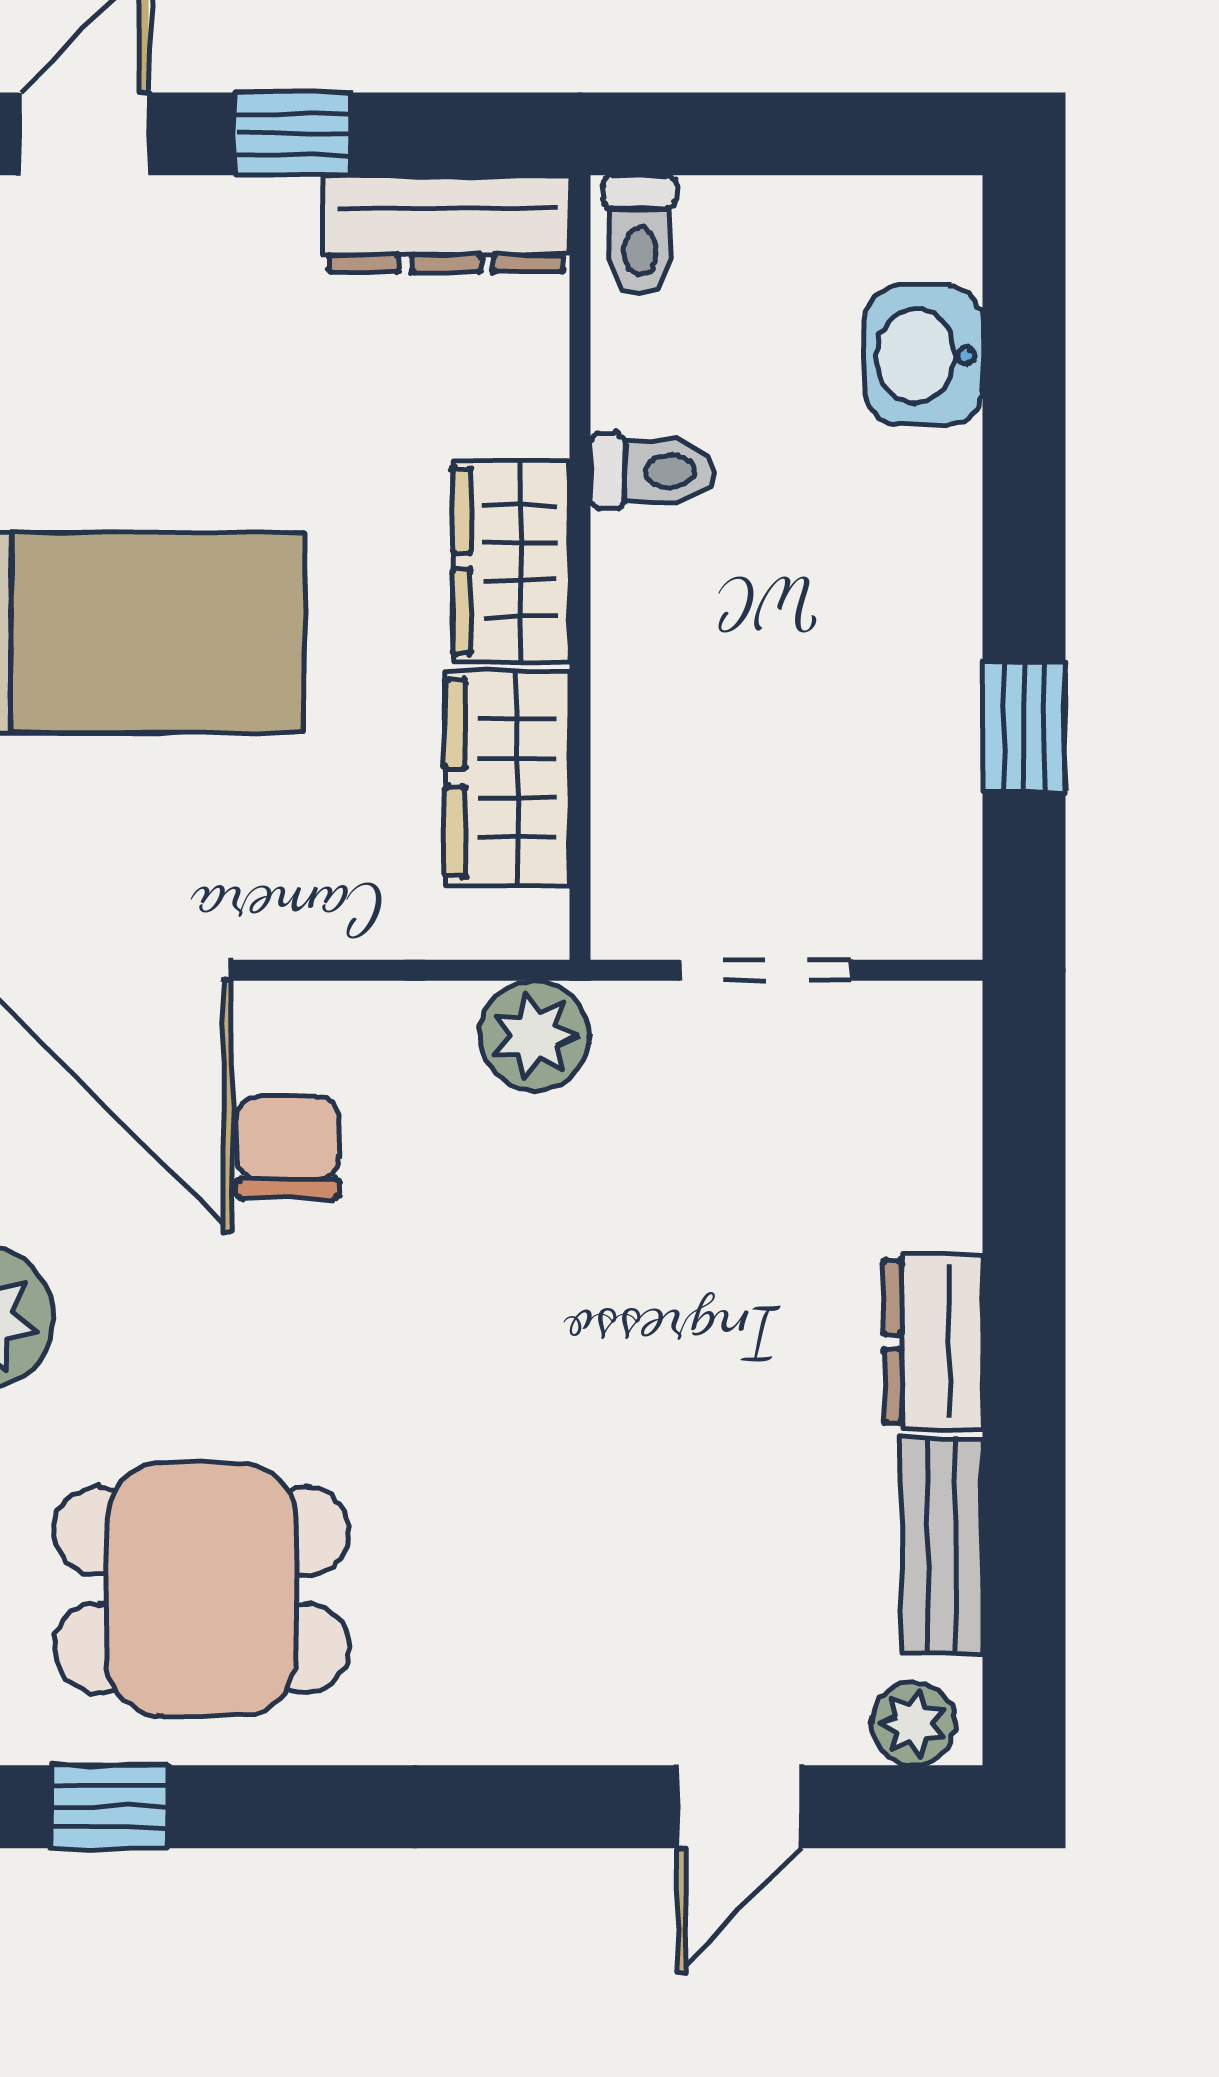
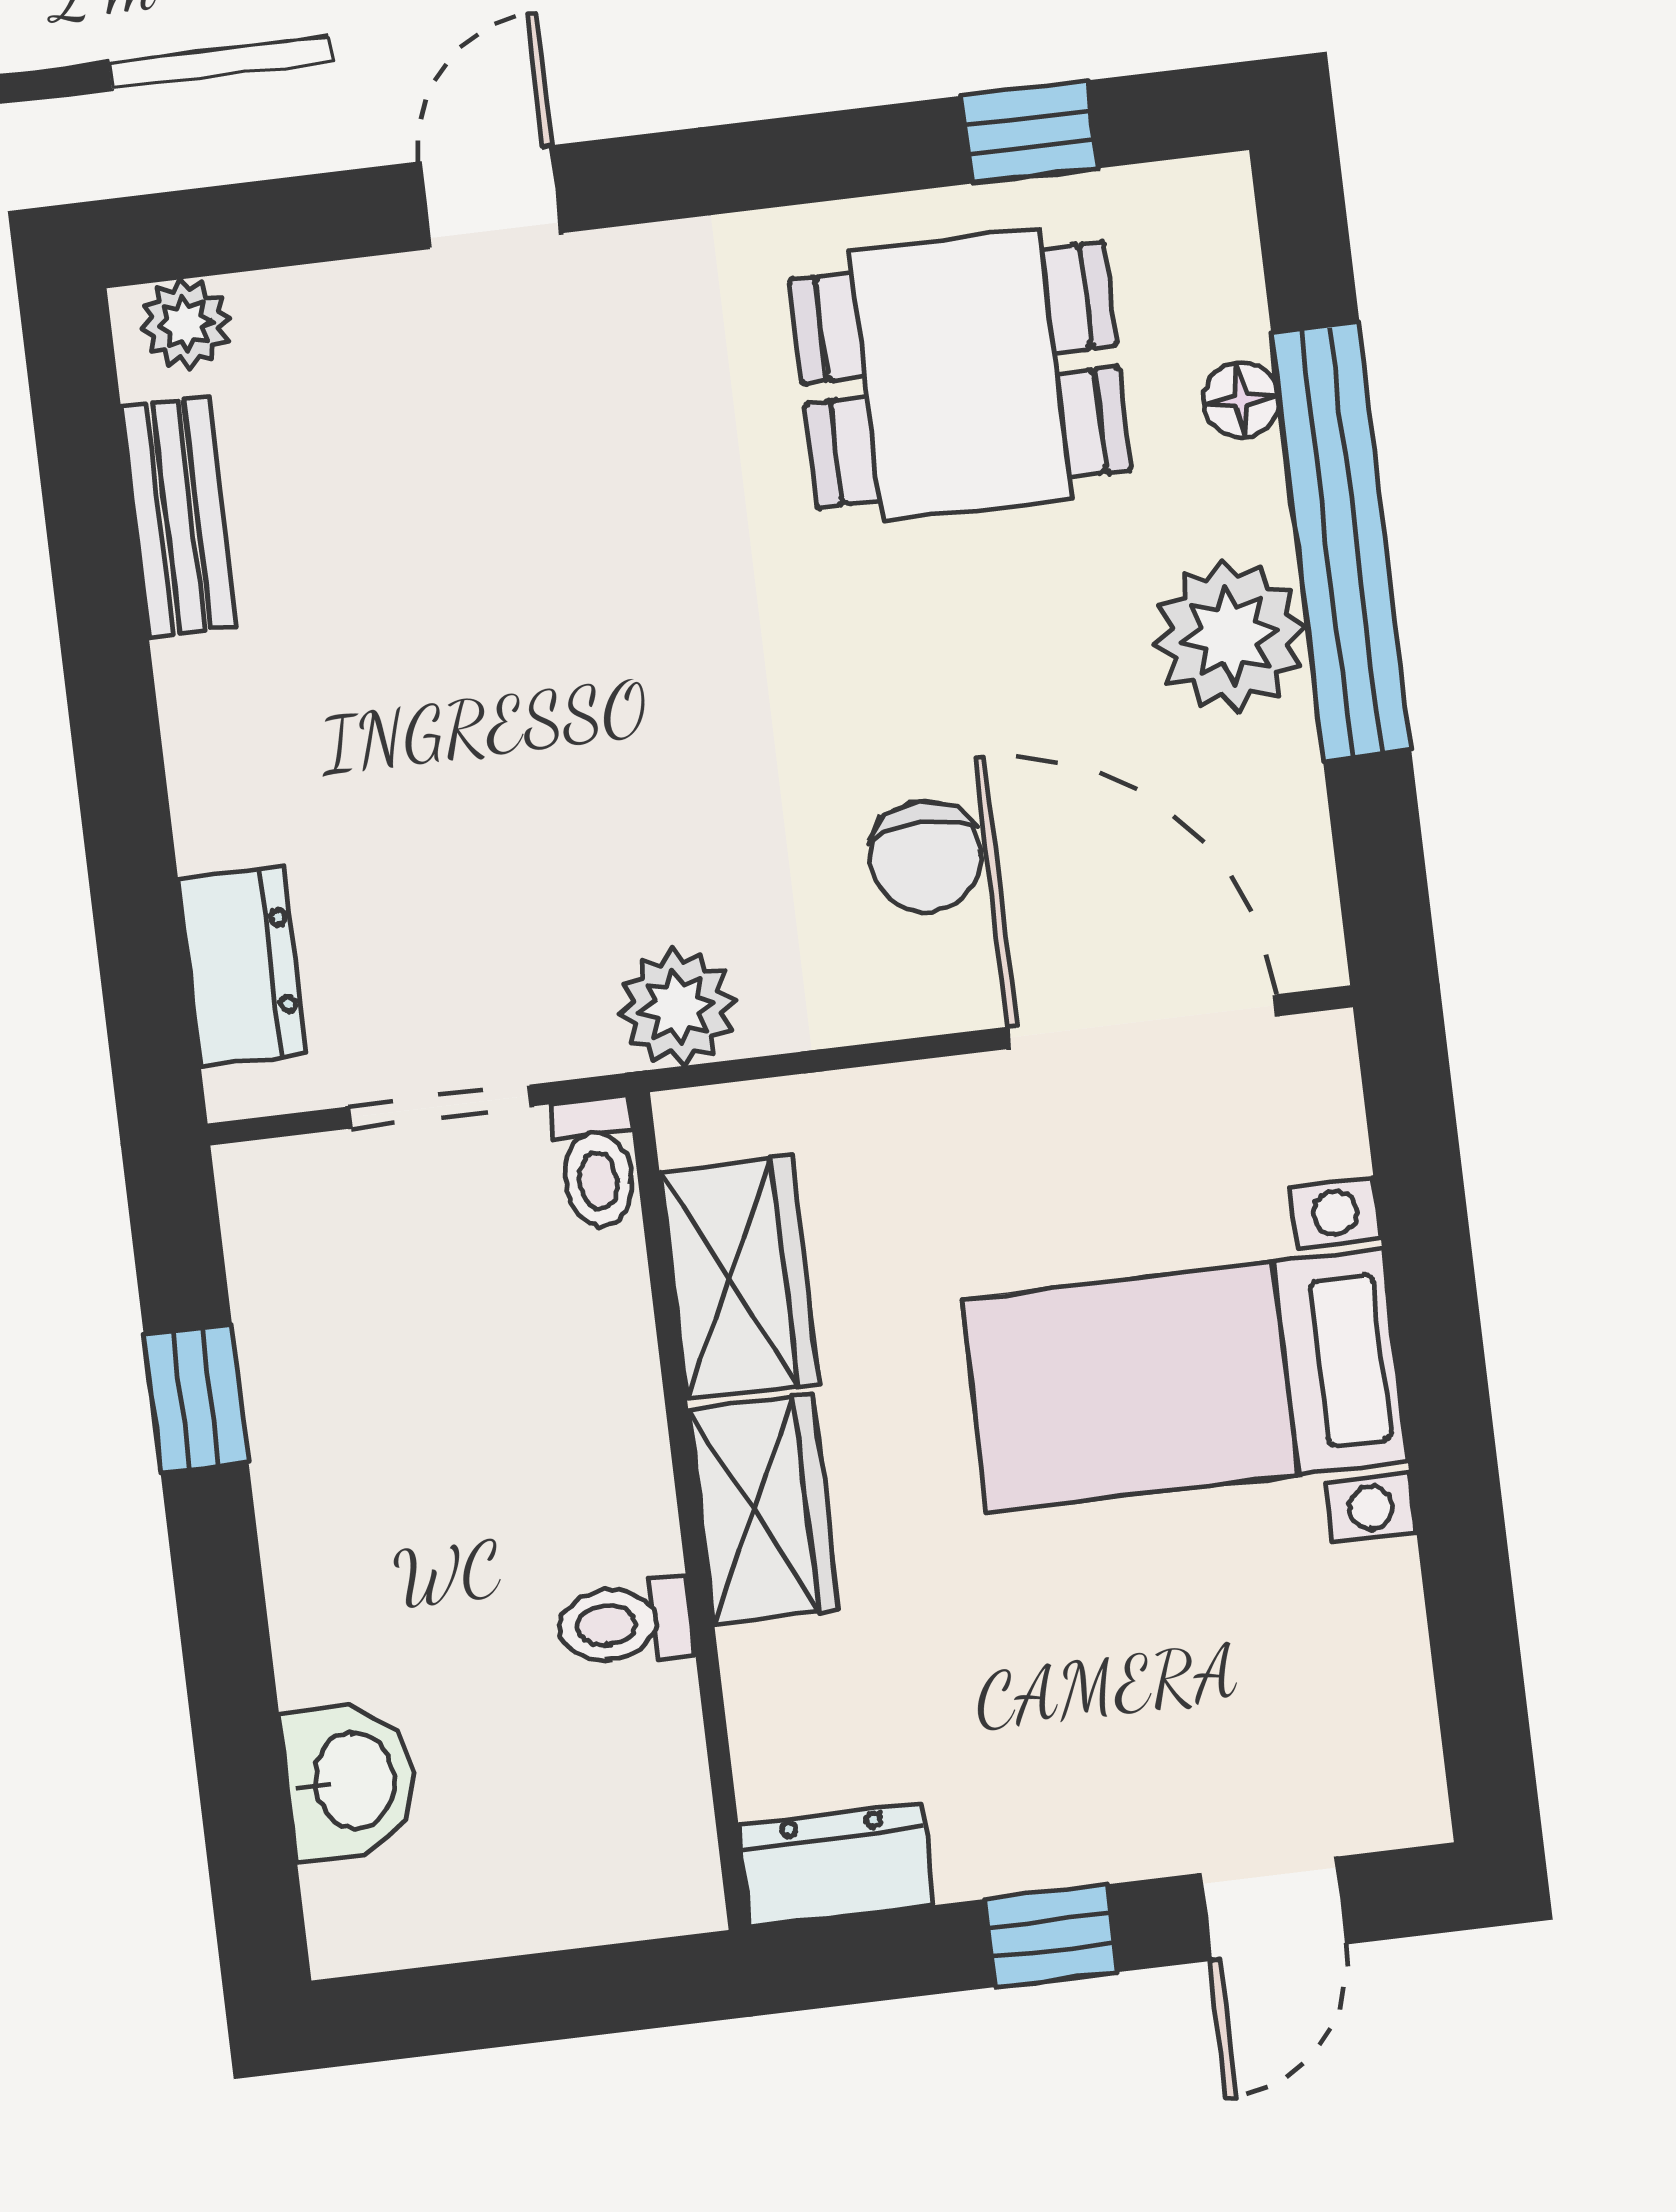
dresser: (446, 224) -> (836, 1865), width x0.70
toilet: (640, 235) -> (597, 1163), moved, turned 180
dresser: (933, 1342) -> (242, 966), moved
door: (739, 1807) -> (491, 197), moved

